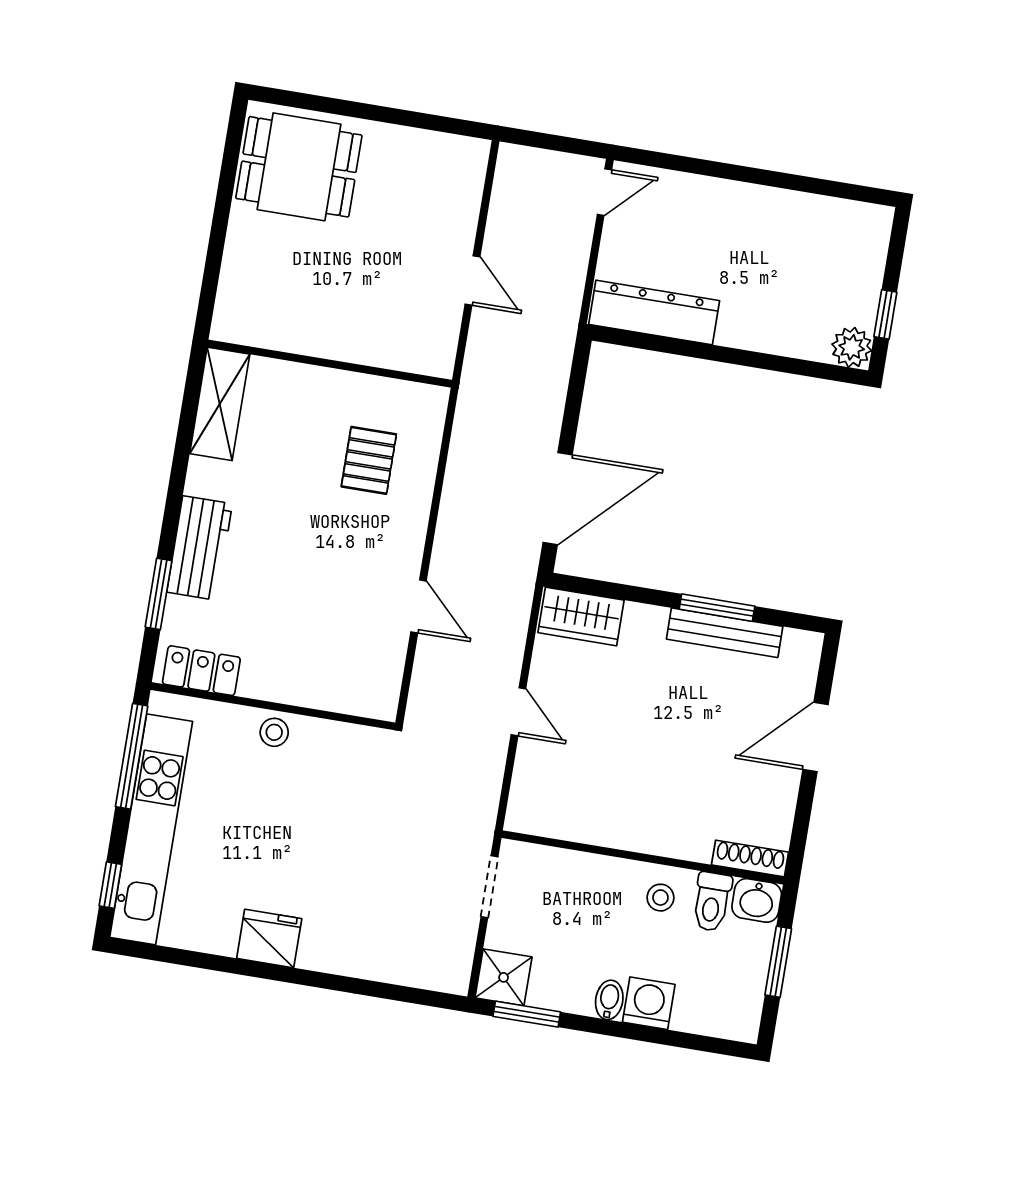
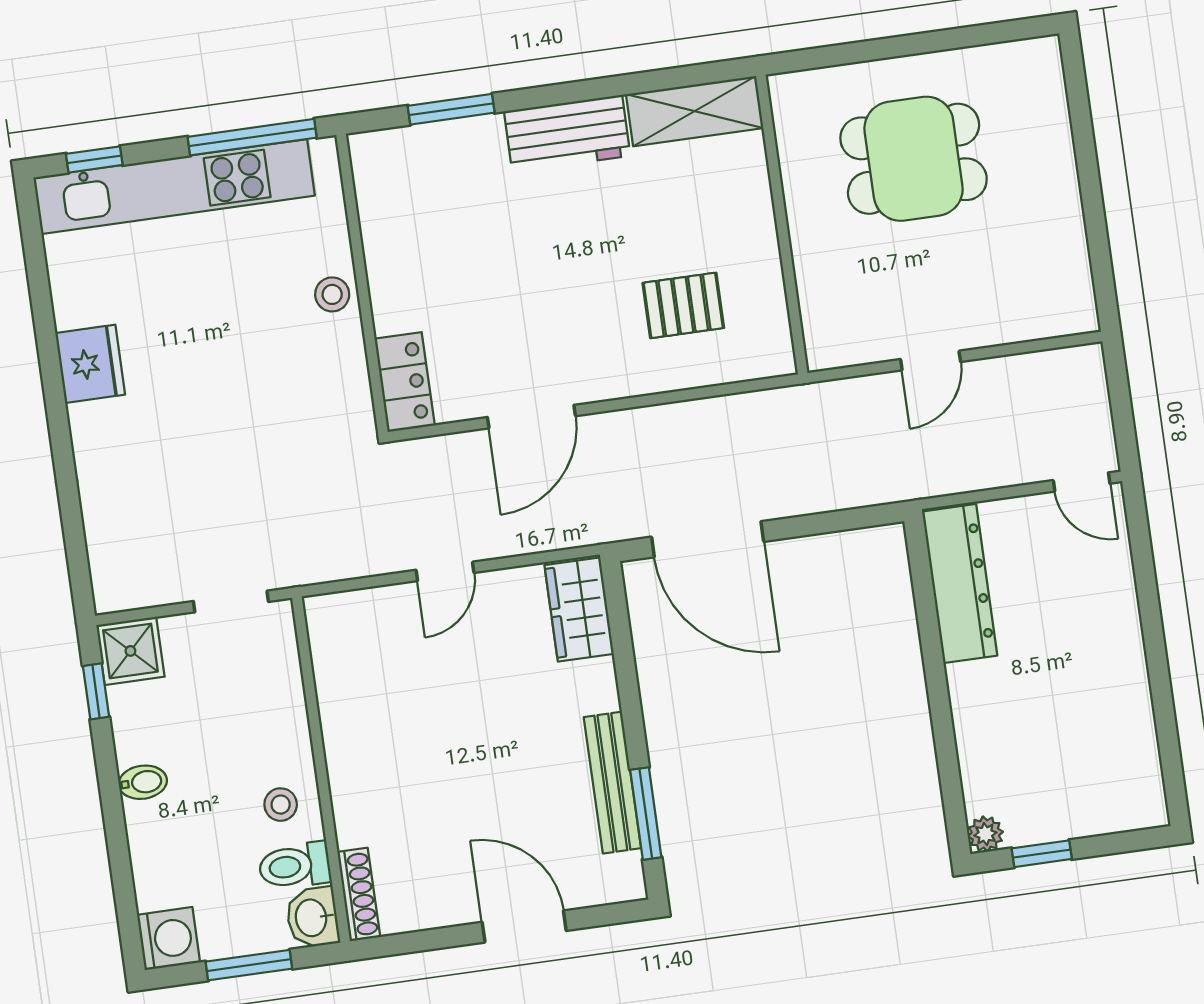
dining table: (299, 167) -> (914, 159), moved, turned 90
plant: (852, 347) -> (985, 834), width x0.73, depth x0.73
workbench: (200, 548) -> (567, 134), moved
door: (419, 606) -> (531, 417), width x1.38
window: (717, 608) -> (646, 814), moved
locker: (201, 671) -> (405, 382), moved
washing machine: (649, 1003) -> (169, 939), moved
window: (527, 1014) -> (96, 691), width x0.67

